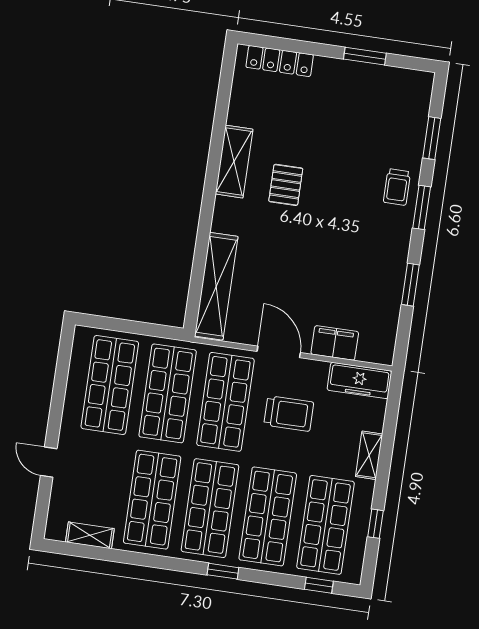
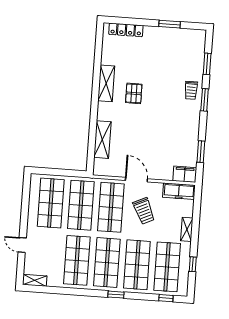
window: (410, 285) -> (201, 152), moved
shelving: (216, 286) -> (102, 140), width x0.68
filing cabinet: (335, 343) -> (185, 174), moved
trolley: (289, 414) -> (144, 211), turned 65
shelving: (90, 535) -> (35, 280), moved

